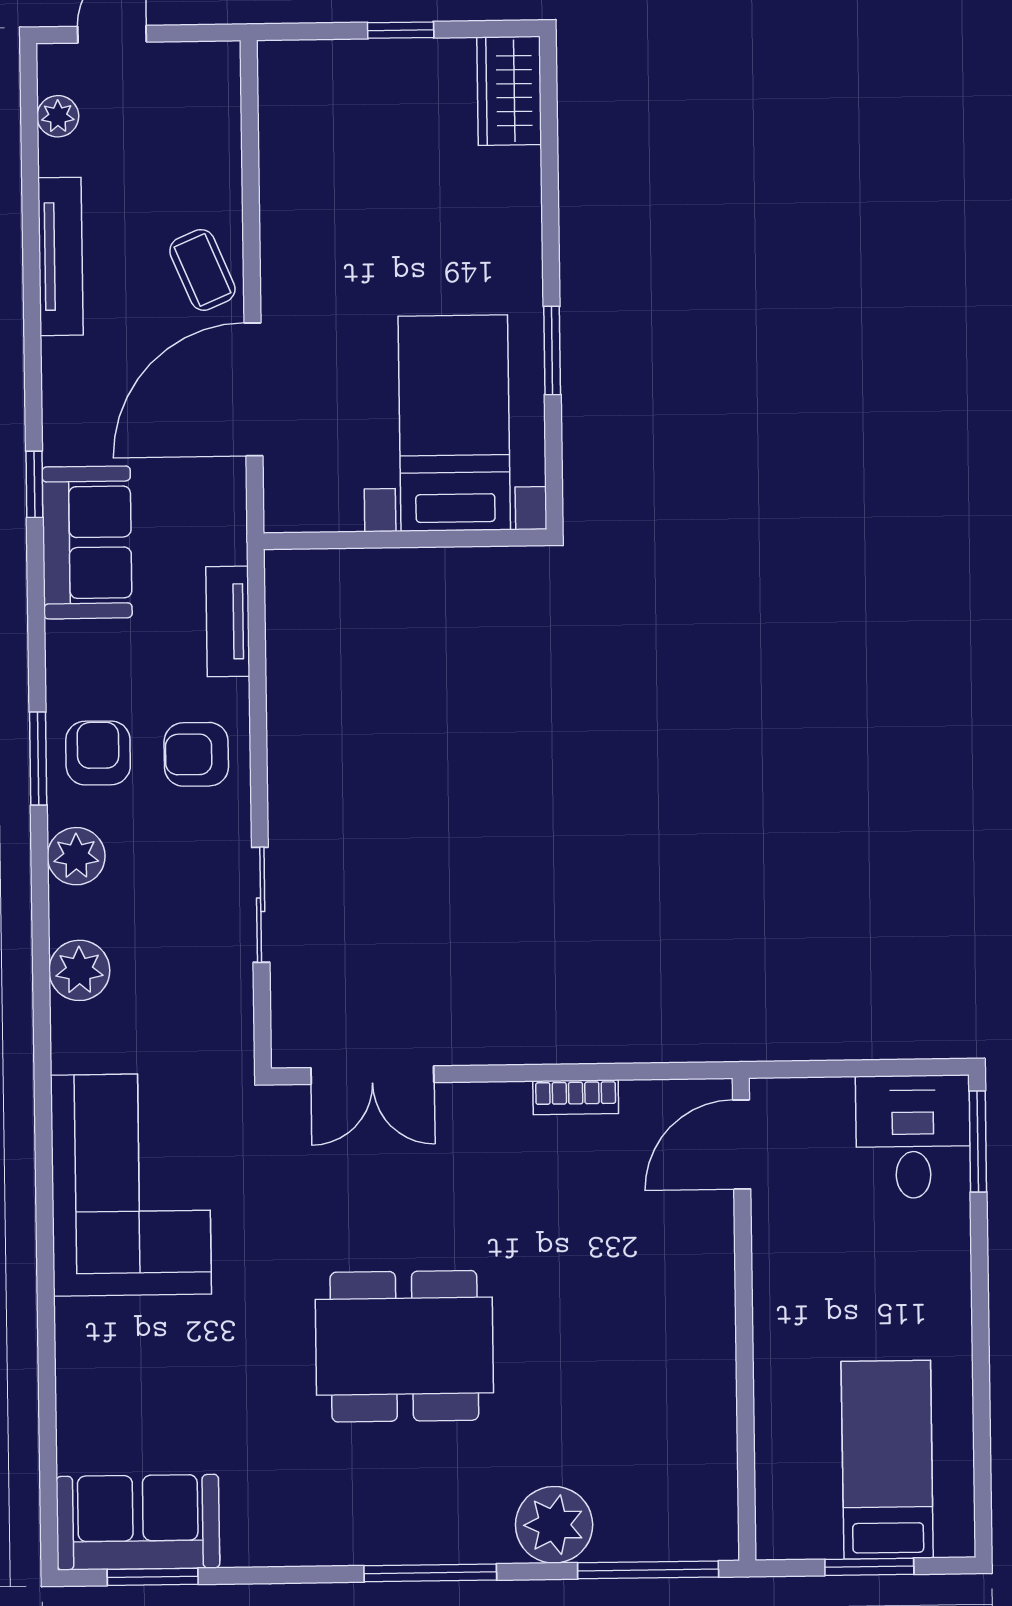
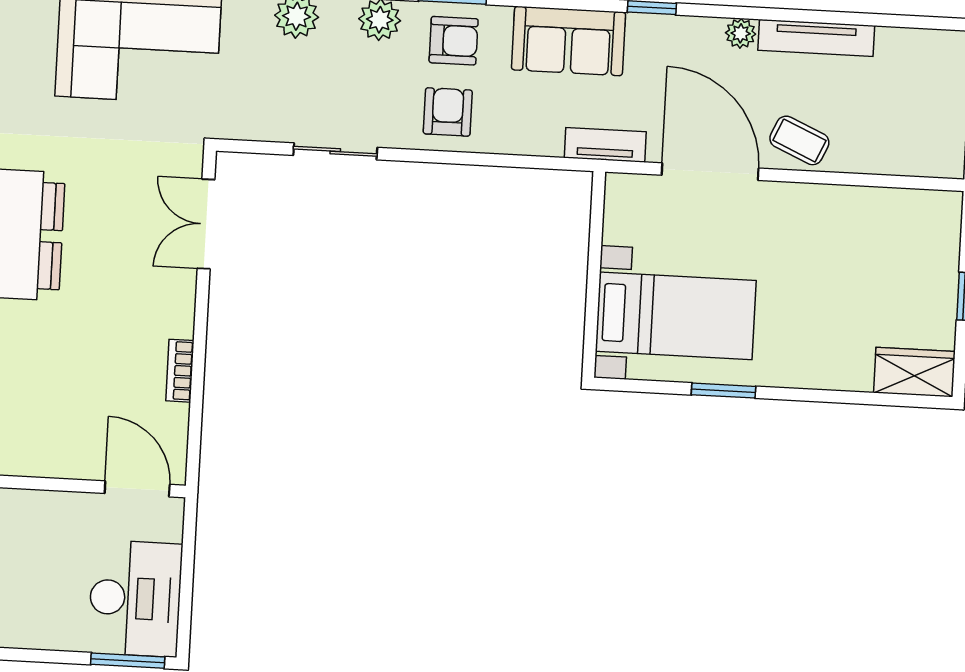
plant: (58, 116) -> (741, 33), moved
coffee table: (202, 270) -> (799, 140), turned 47
sofa: (87, 542) -> (569, 41), moved
tv unit: (228, 621) -> (605, 145), moved
desk: (913, 1137) -> (135, 598), width x1.37

